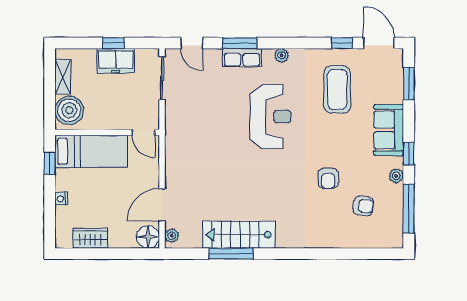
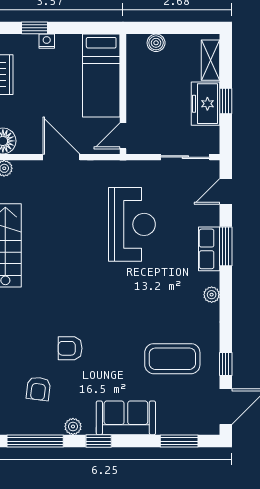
shelving: (63, 77) -> (211, 60), moved, turned 90
boiler: (69, 110) -> (156, 43), width x0.54, depth x0.54
reception desk: (271, 117) -> (132, 224), moved, turned -90
window: (50, 163) -> (35, 28), moved
door: (162, 205) -> (61, 157), moved

